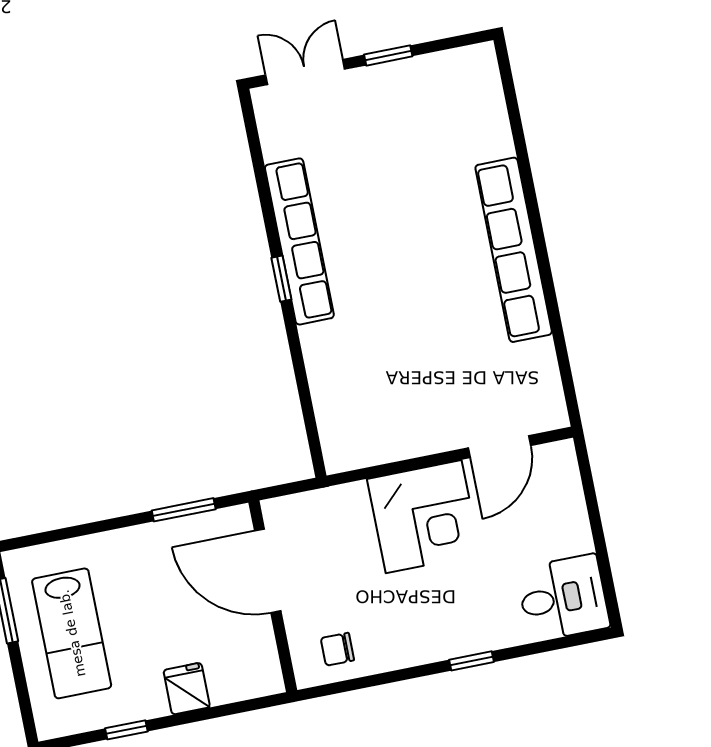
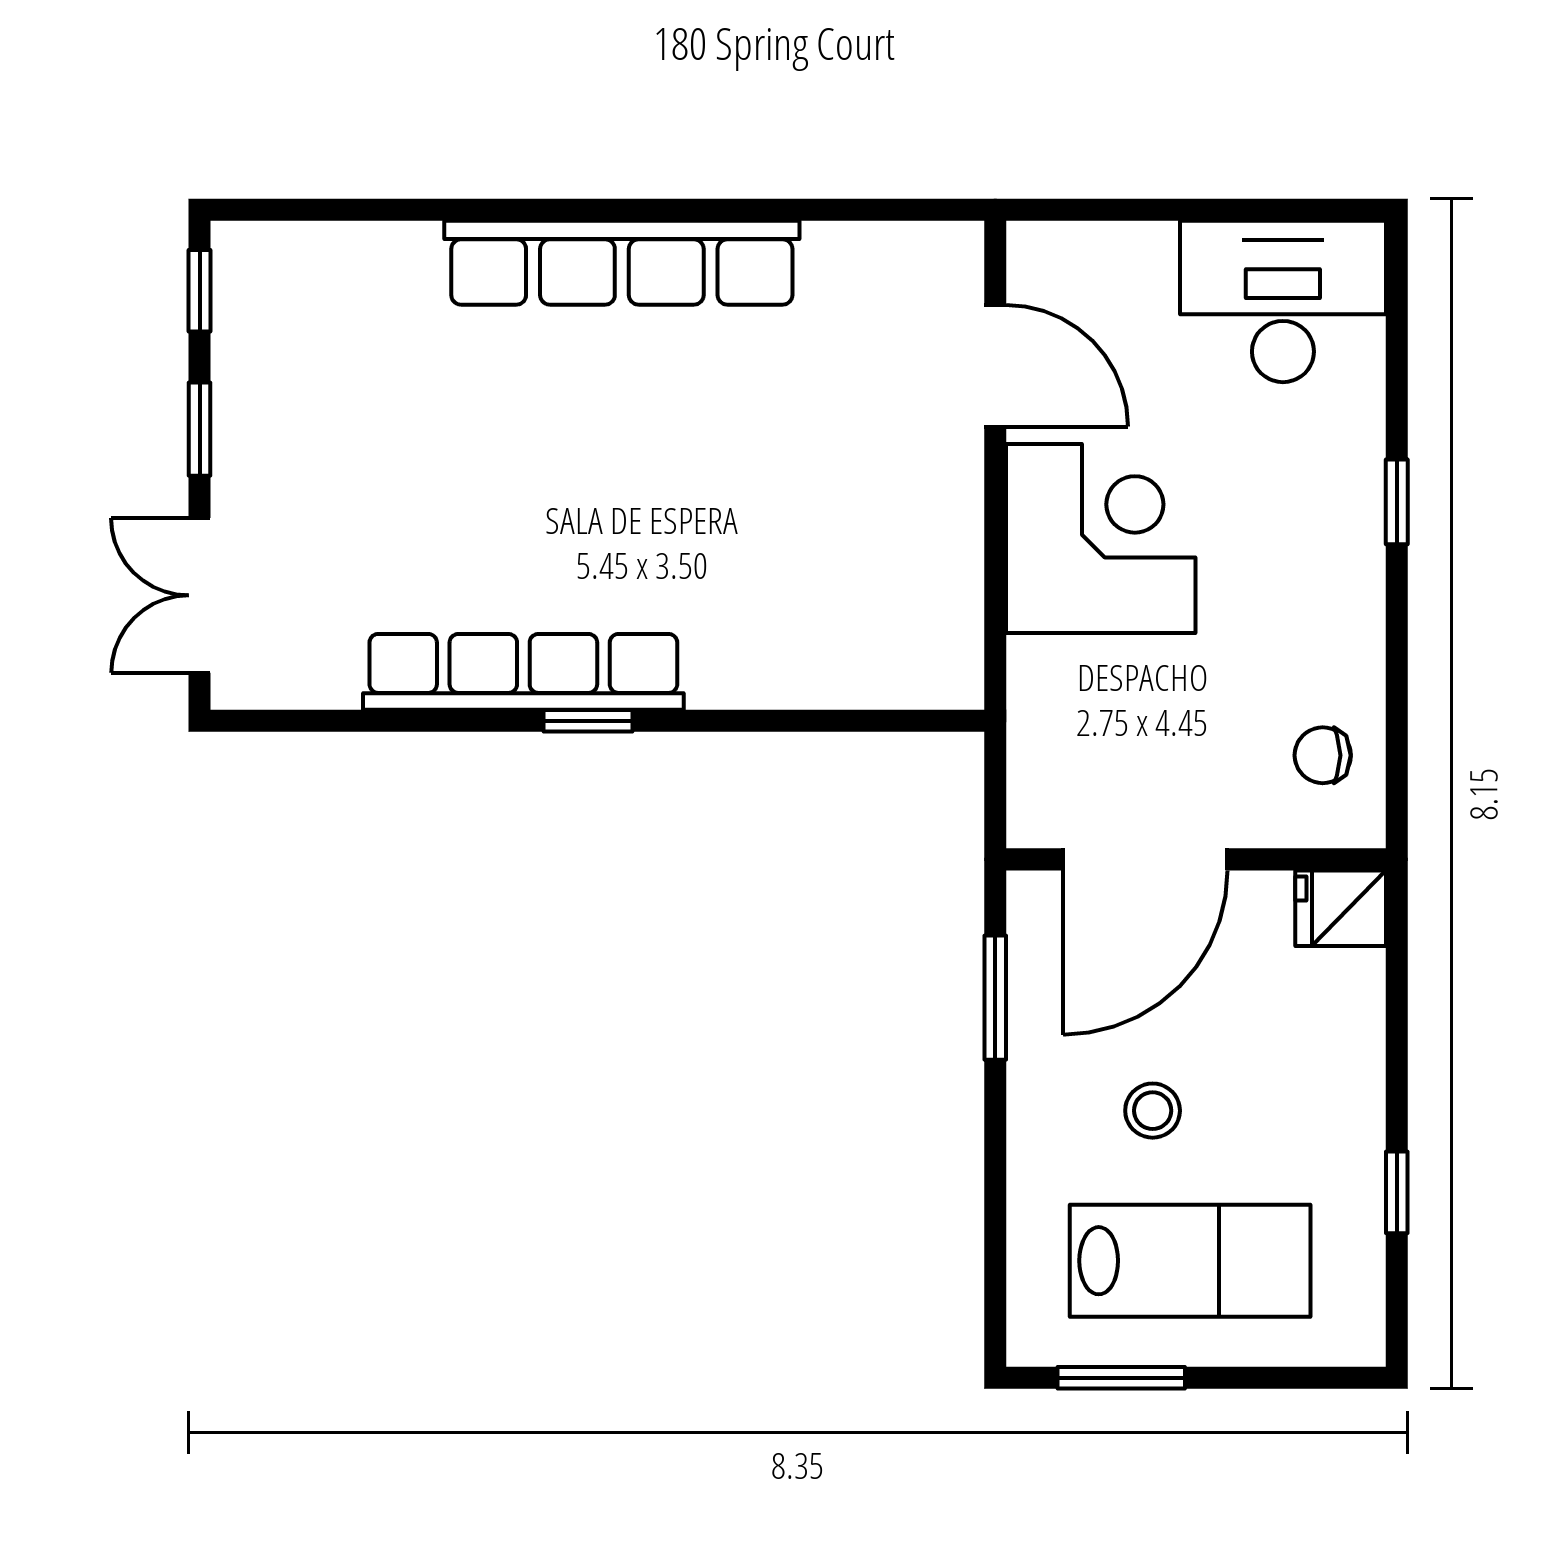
window: (457, 42) -> (200, 291), added
desk: (563, 598) -> (1283, 301), width x1.37
stool: (143, 600) -> (1153, 1111), added
chair: (337, 649) -> (1323, 755), turned 90
fridge: (187, 689) -> (1341, 908), moved

